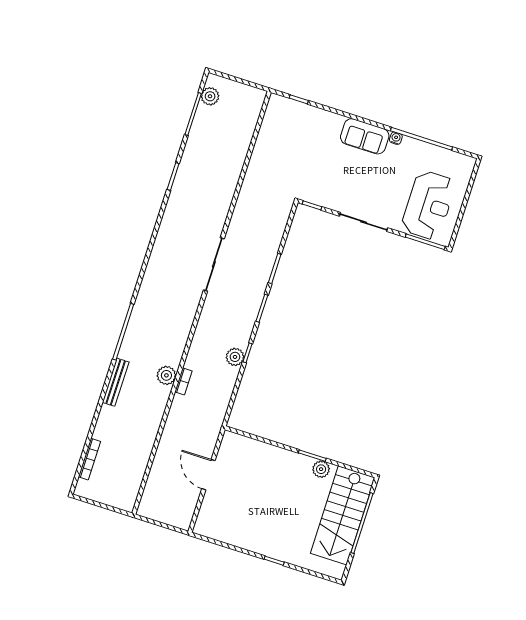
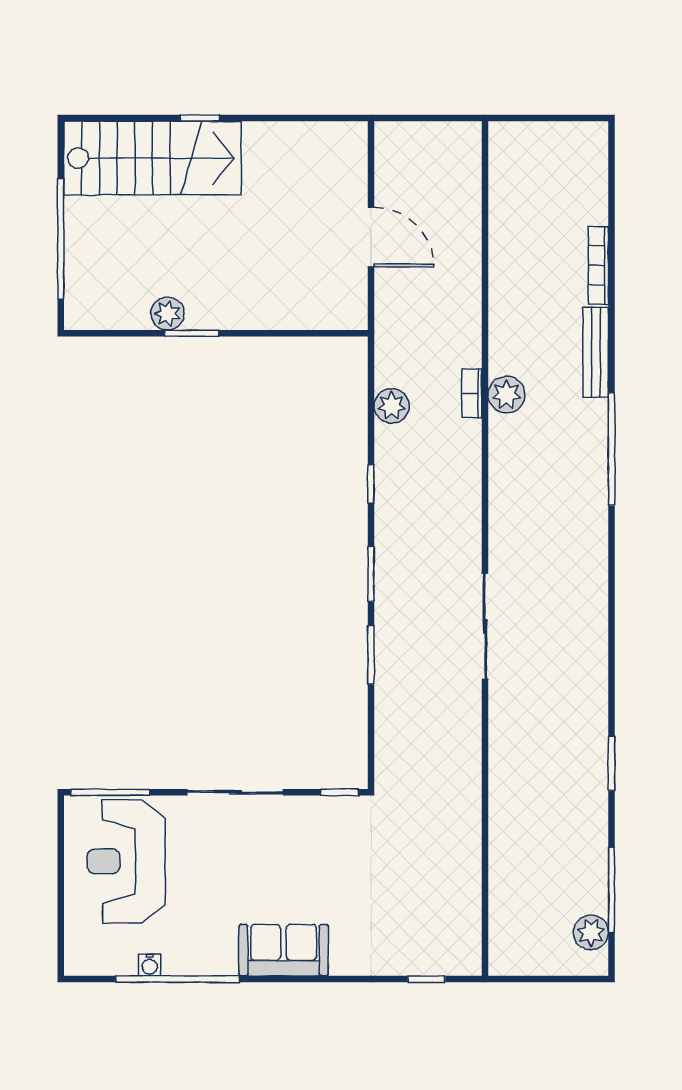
water cooler: (396, 138) -> (150, 965), moved
plant: (235, 357) -> (392, 406), moved
bookcase: (89, 459) -> (598, 265), moved
stairs: (343, 515) -> (153, 158), moved, turned 90

